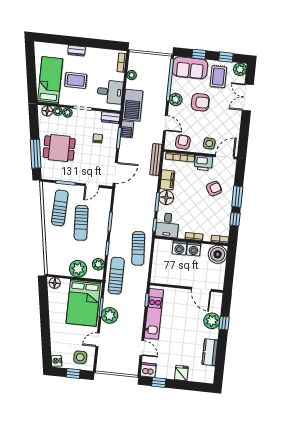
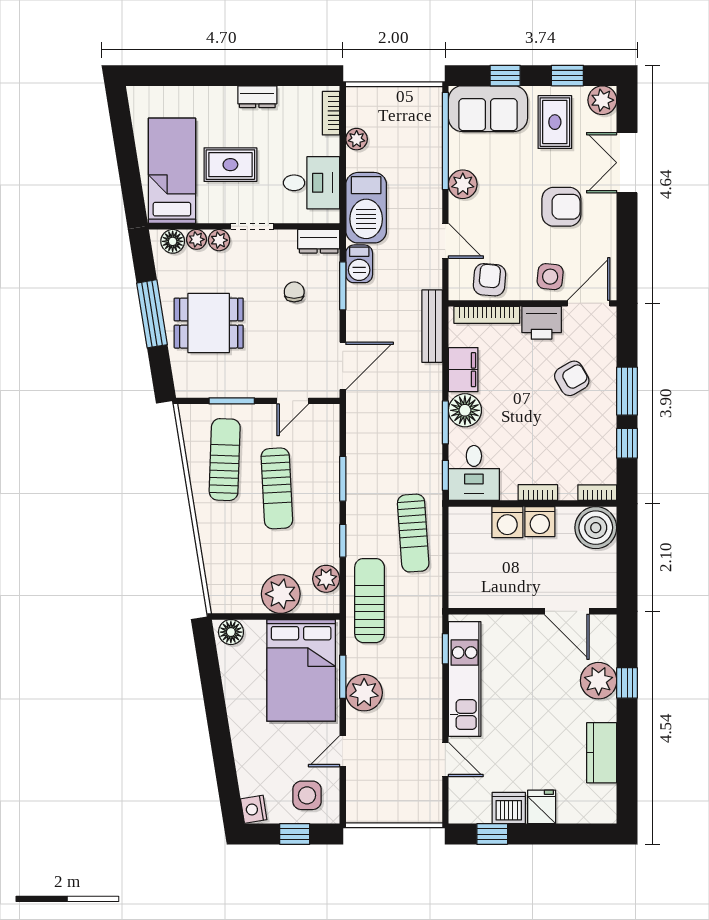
dresser: (76, 51) -> (257, 97), moved
armchair: (200, 102) -> (561, 207), moved
window: (36, 154) -> (152, 314), moved
dishwasher: (148, 370) -> (509, 808), moved

